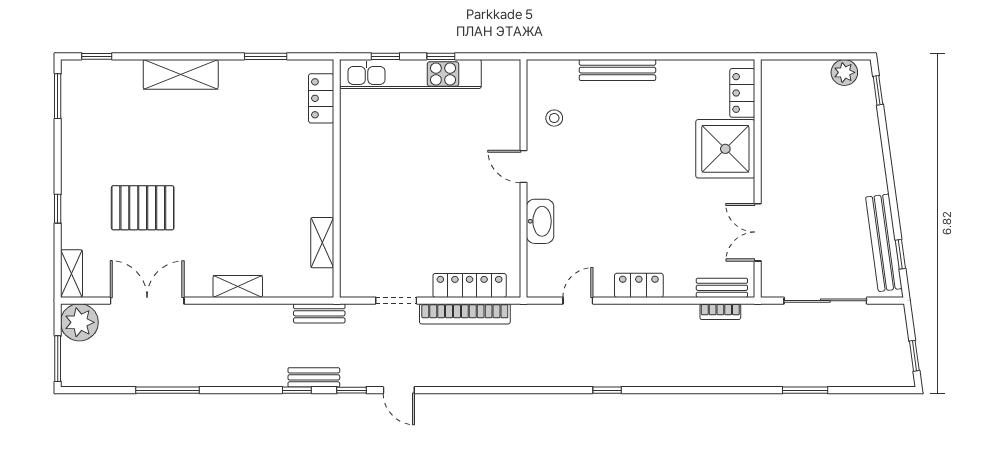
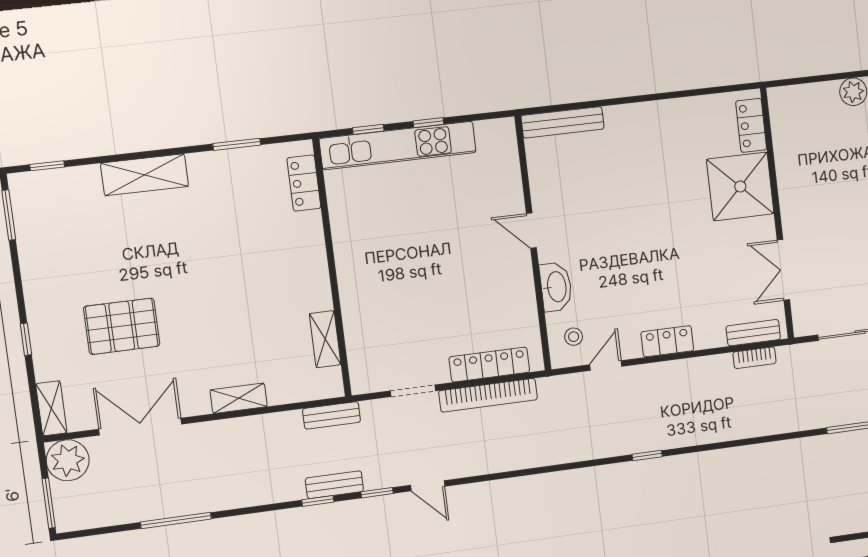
bench: (617, 70) -> (563, 122), moved
stool: (554, 118) -> (574, 337), moved

